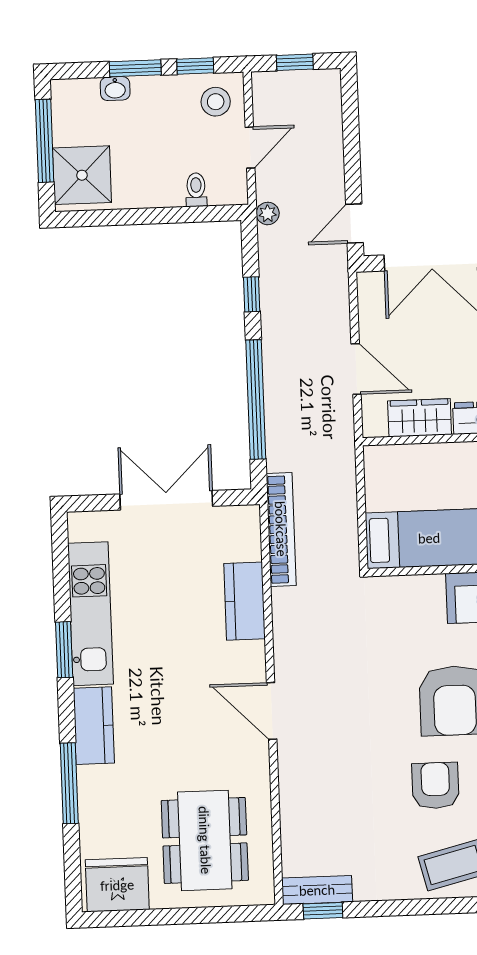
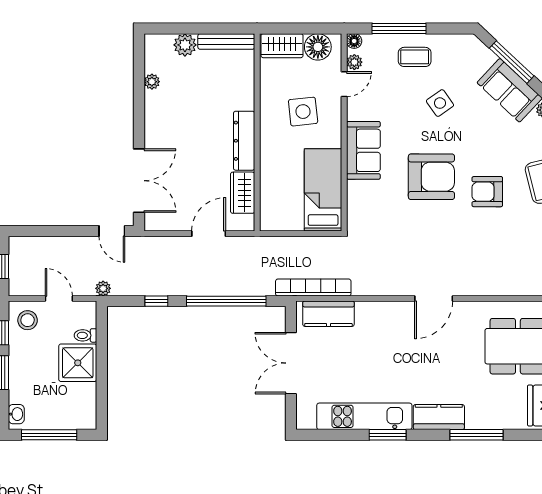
washbasin: (115, 89) -> (16, 414), moved
shower: (82, 175) -> (78, 363), moved
kitchen counter: (244, 601) -> (328, 314), moved

